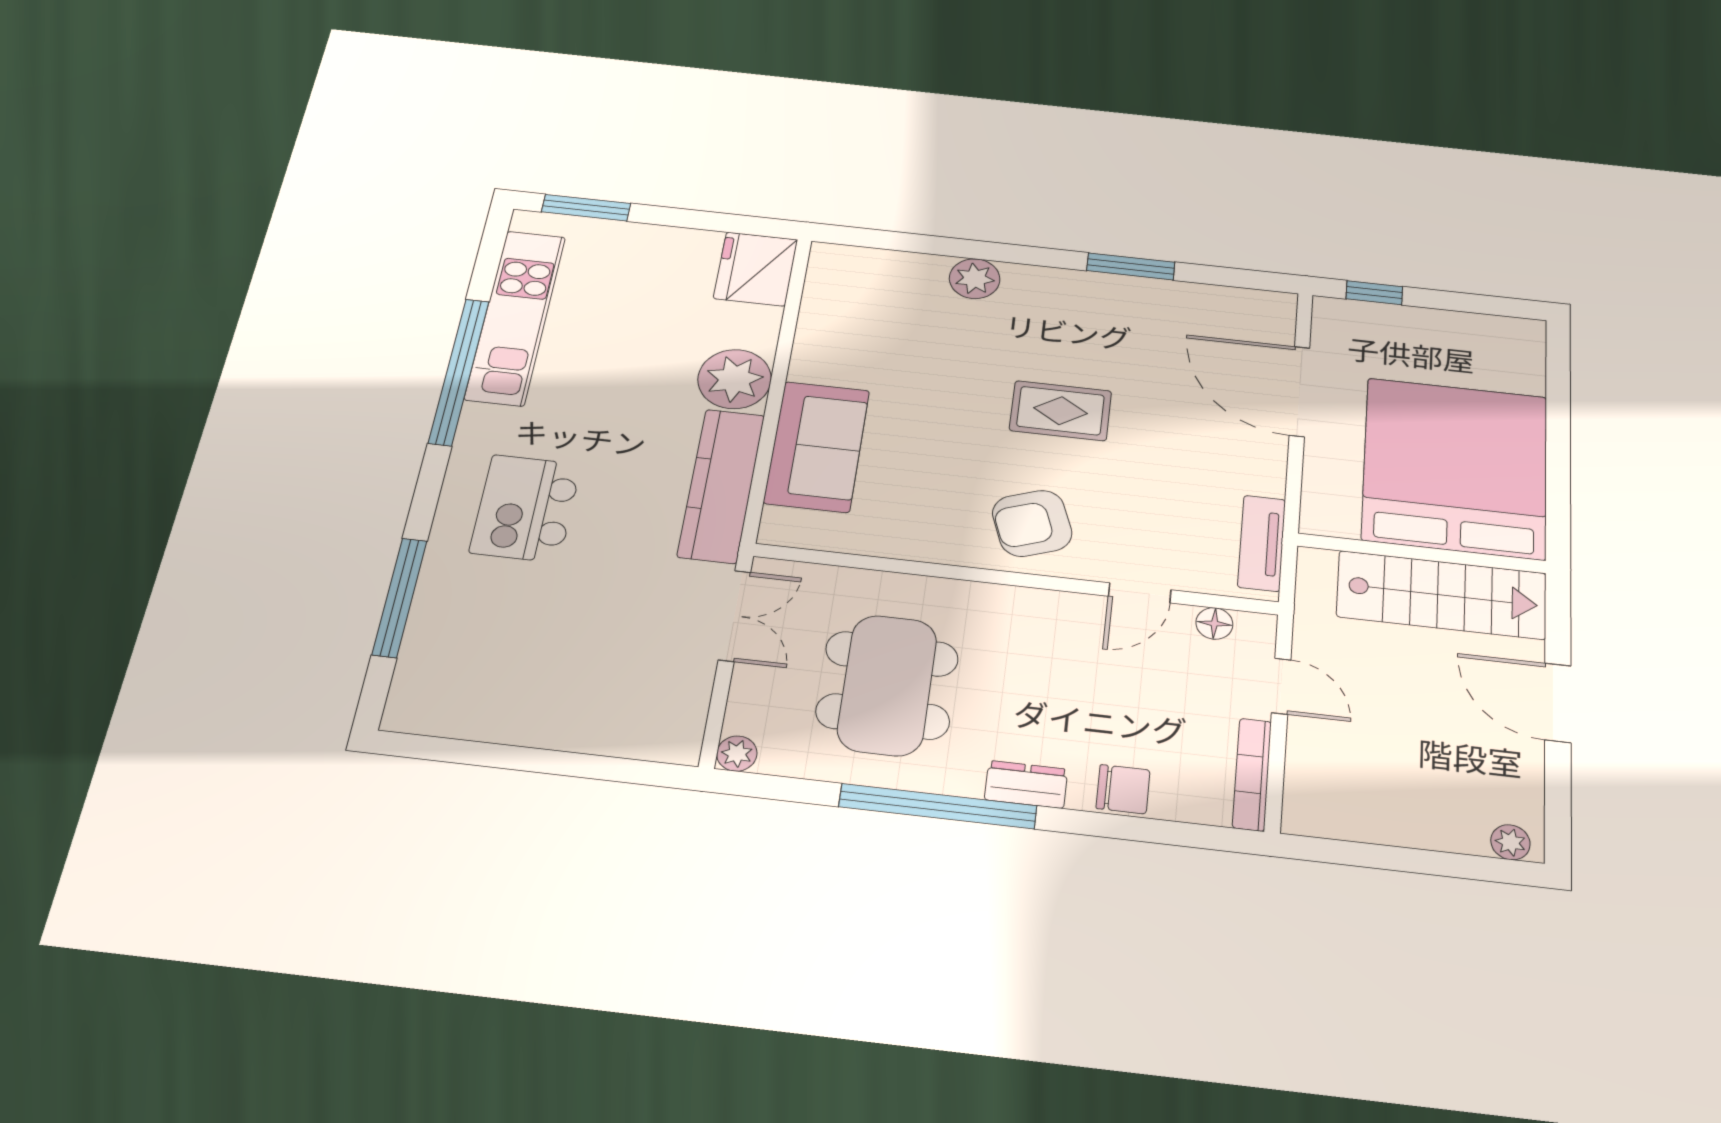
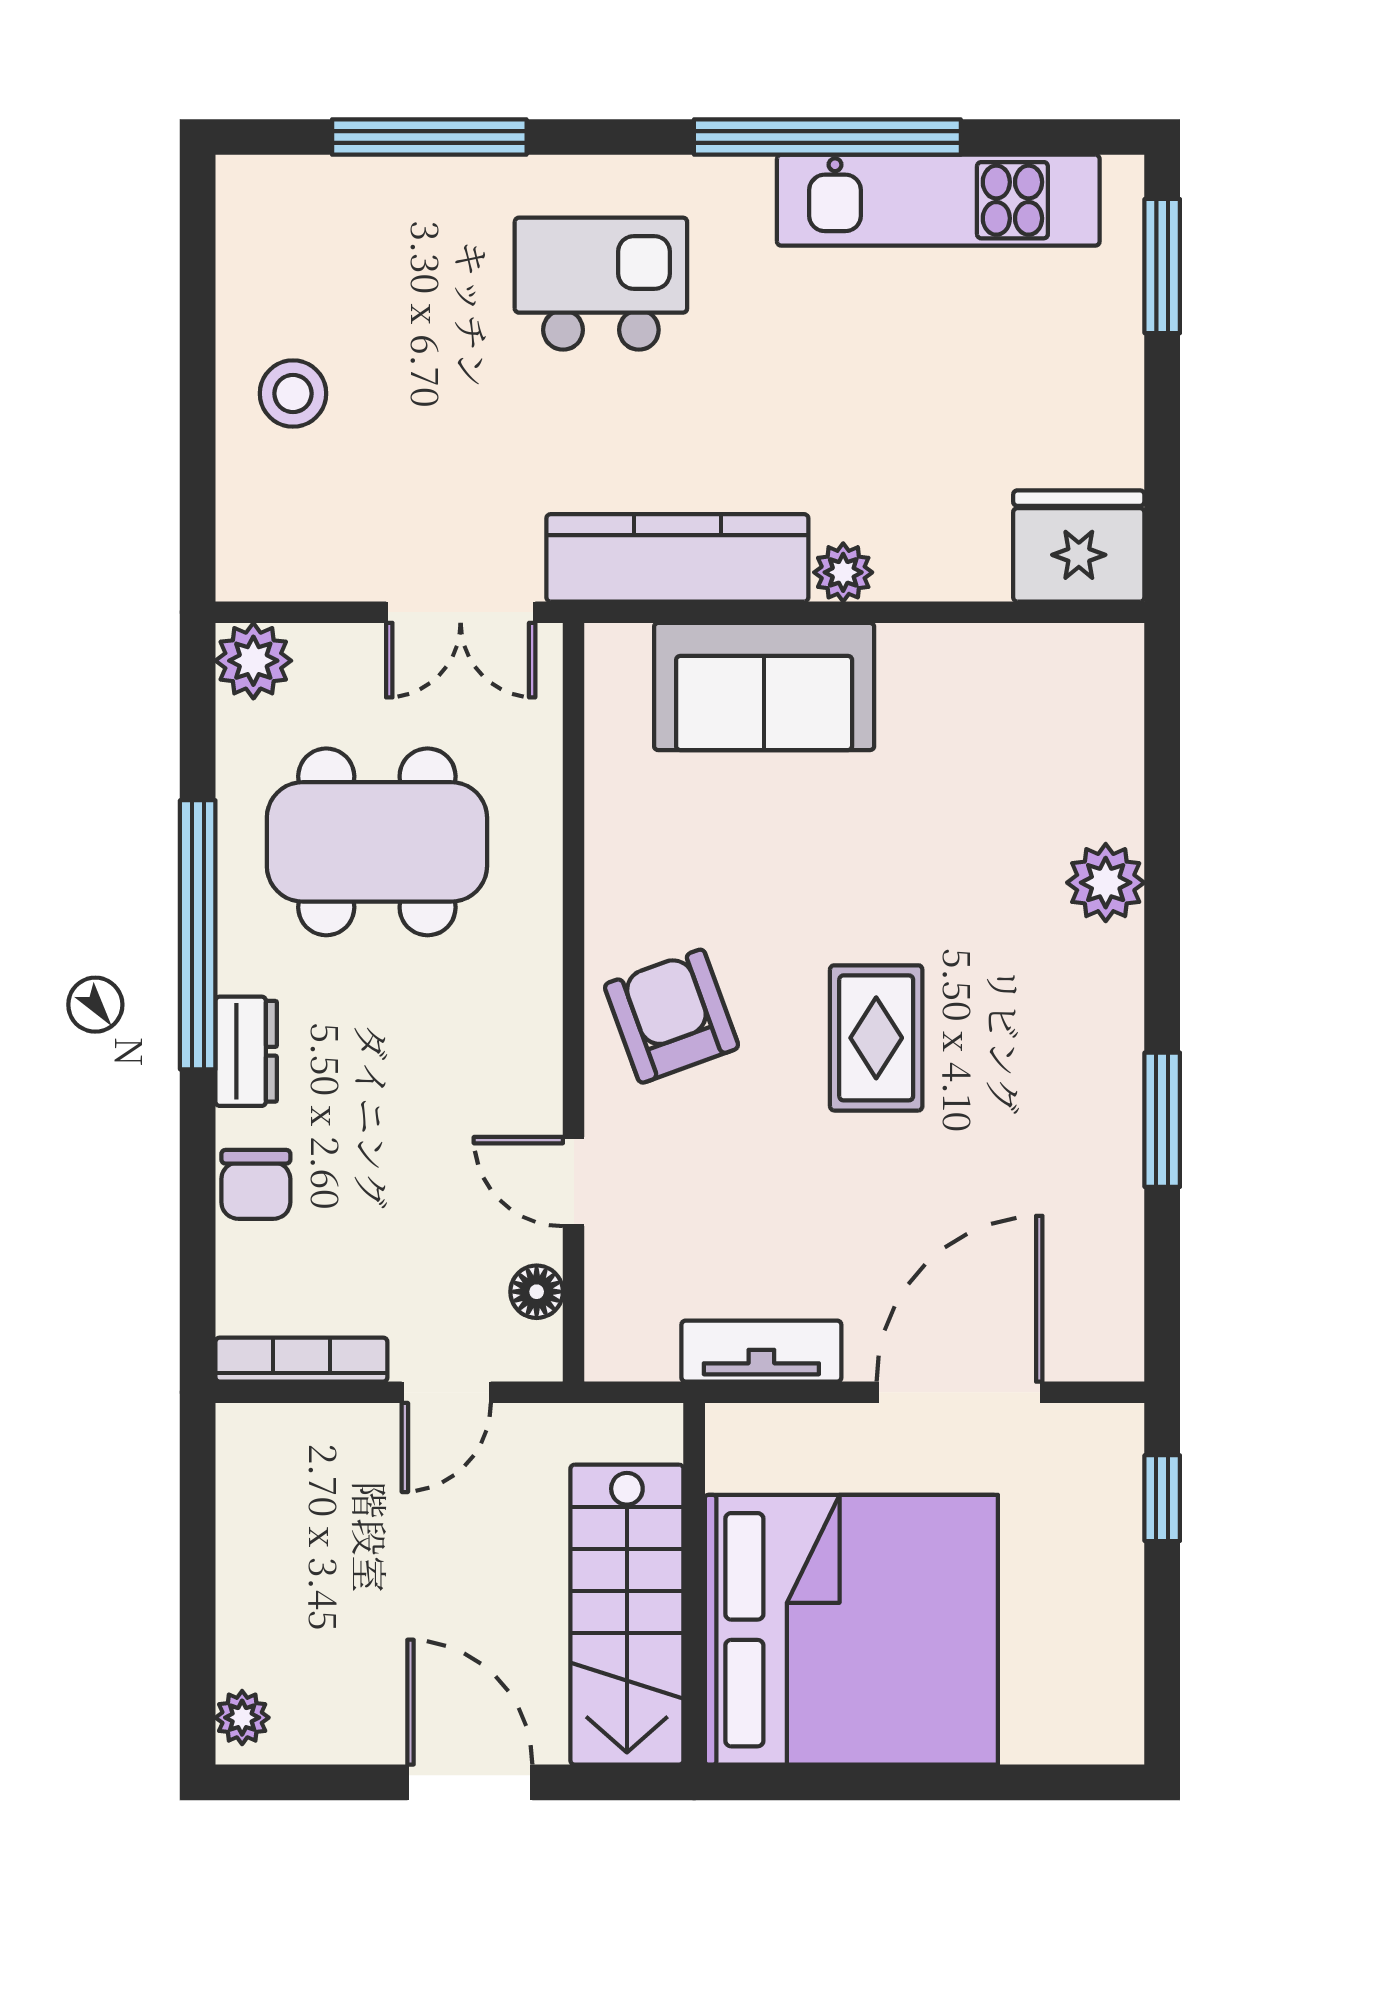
plant: (735, 379) -> (843, 572), width x0.53, depth x0.53
tv unit: (1262, 543) -> (761, 1351), moved
stool: (560, 701) -> (293, 393), added
door: (1558, 703) -> (470, 1782), hinge flipped
plant: (737, 754) -> (253, 661), width x1.38, depth x1.38

